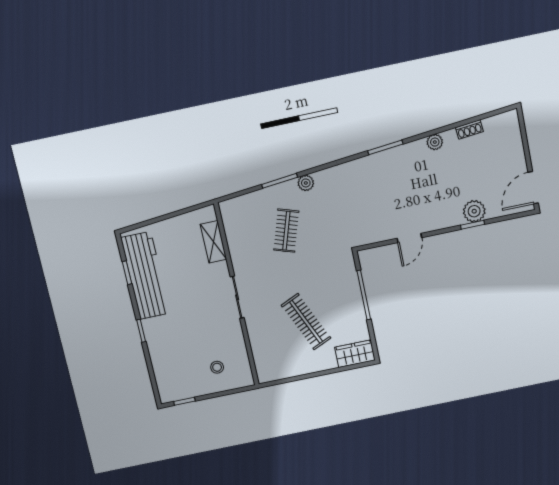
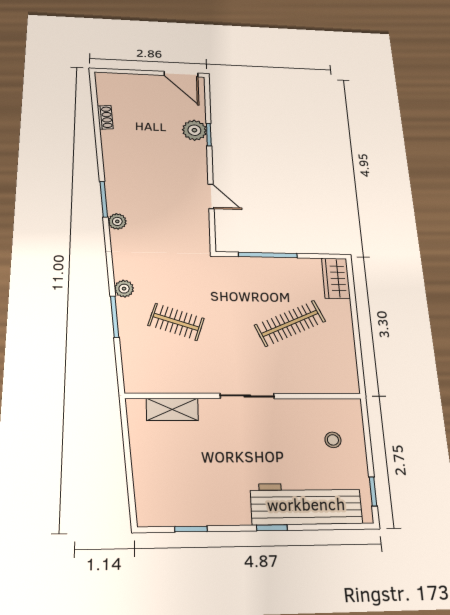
plant: (435, 142) -> (117, 221), moved
workbench: (145, 276) -> (306, 504), moved

